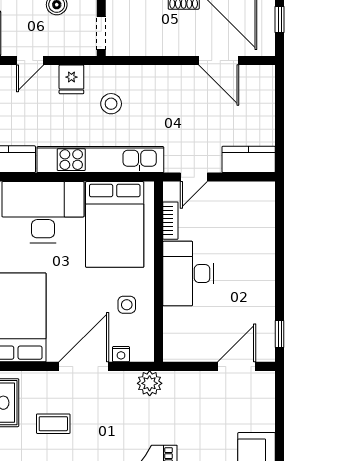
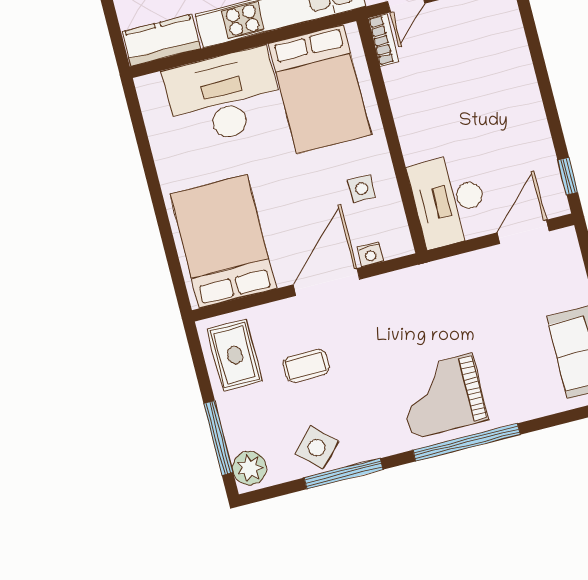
bookcase: (170, 221) -> (384, 40), moved
desk: (188, 274) -> (449, 200), moved
plant: (150, 383) -> (417, 282), removed

